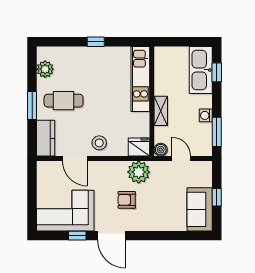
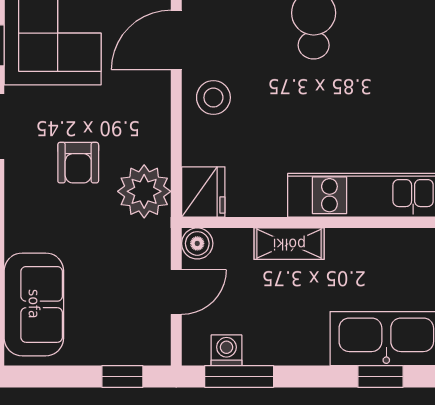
washing machine: (206, 115) -> (226, 350), moved
window: (217, 197) -> (122, 376), moved
armchair: (127, 200) -> (78, 163), turned 180
sofa: (200, 209) -> (34, 304), moved, turned 90

